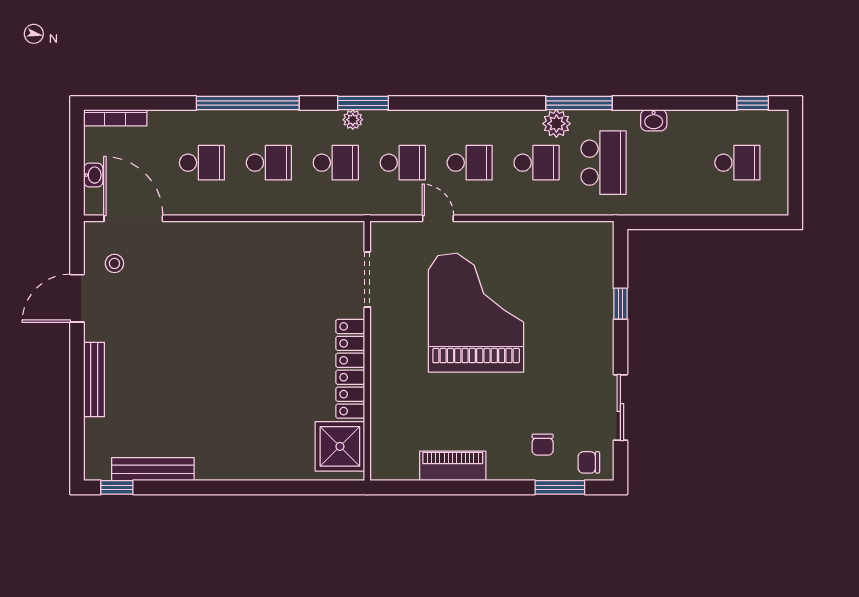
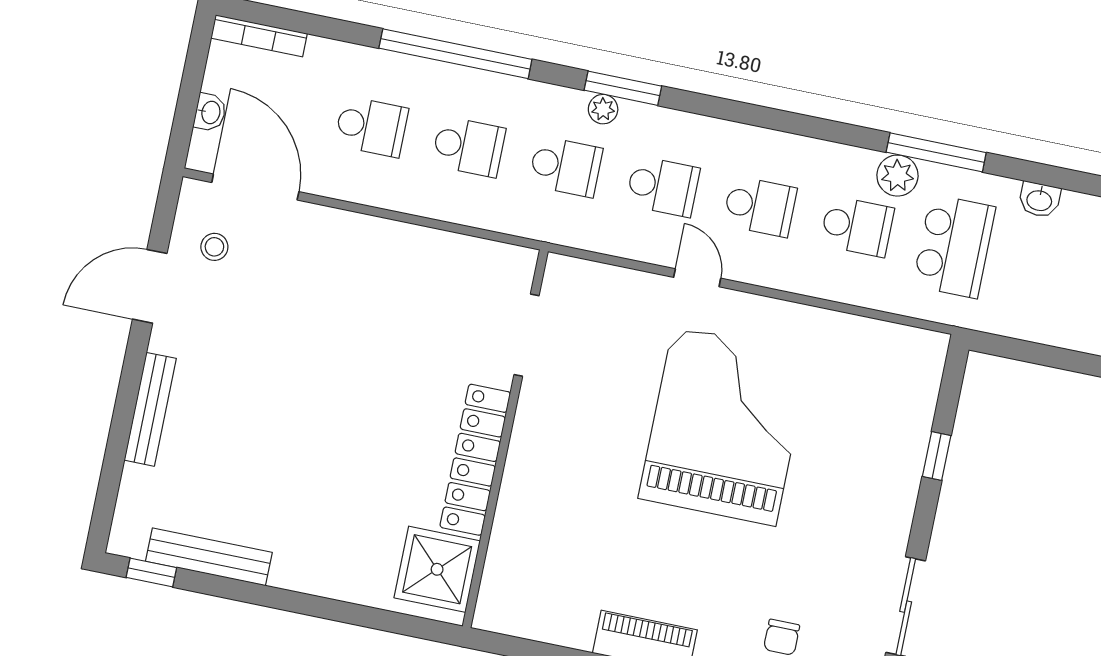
doorway: (367, 279) -> (527, 335), moved
wall: (367, 351) -> (505, 439), moved
locker: (350, 369) -> (475, 460), moved
shower: (340, 446) -> (437, 569), moved

